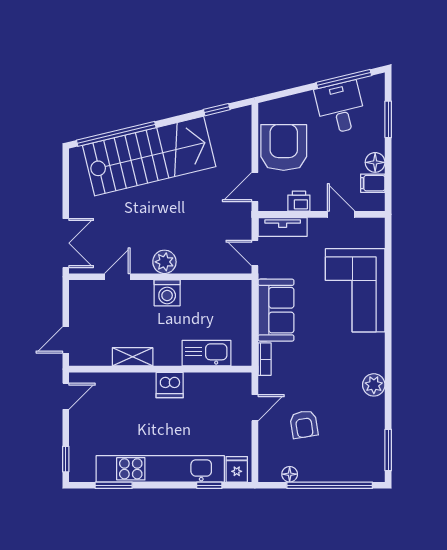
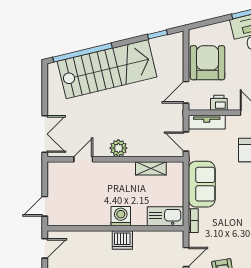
washing machine: (167, 293) -> (121, 216), moved, turned 180
kitchen sink: (207, 353) -> (165, 216), moved
shelving: (133, 357) -> (151, 168), moved

